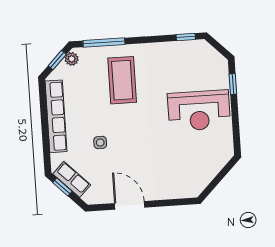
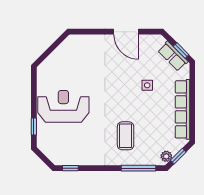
coffee table: (122, 80) -> (126, 136), width x0.73, depth x0.76

